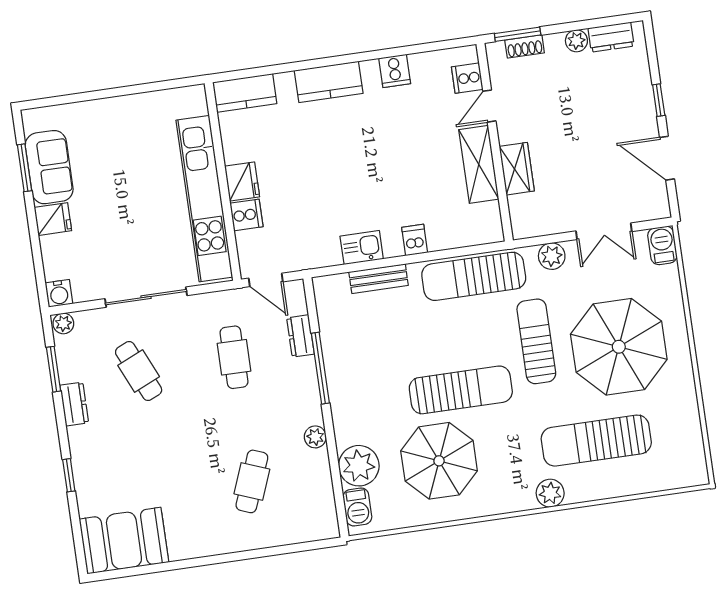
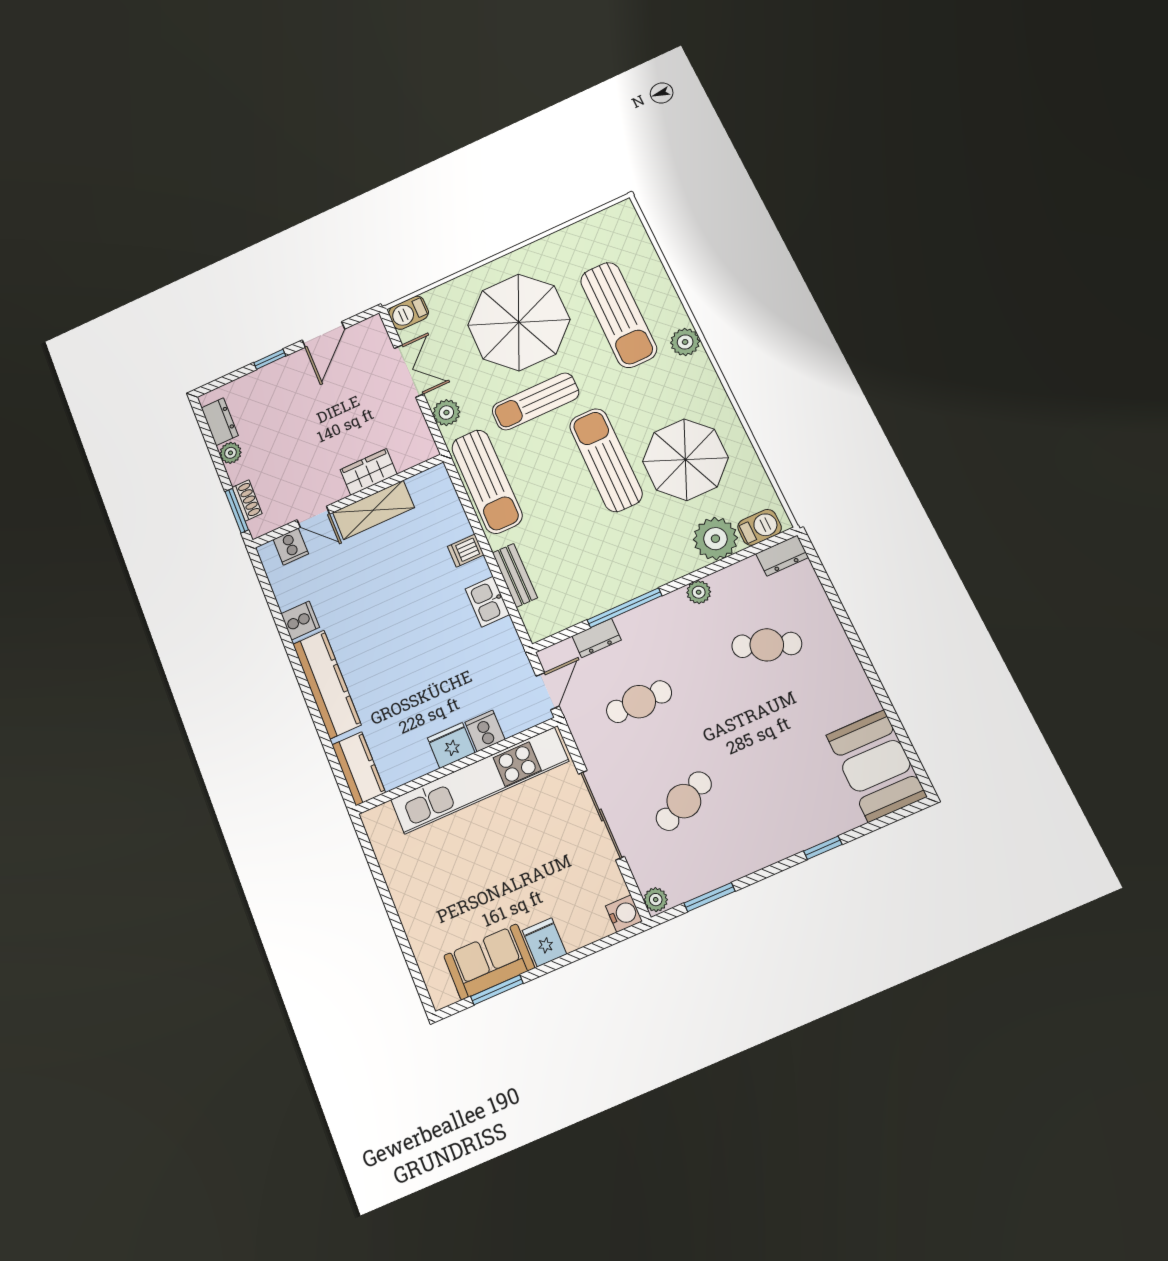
kitchen counter: (329, 82) -> (327, 684), width x1.50
dresser: (74, 404) -> (782, 556), moved, turned 180

